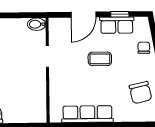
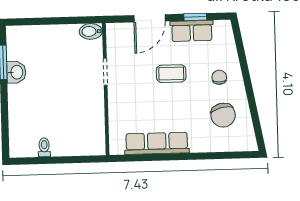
chair: (144, 48) -> (219, 77), moved

